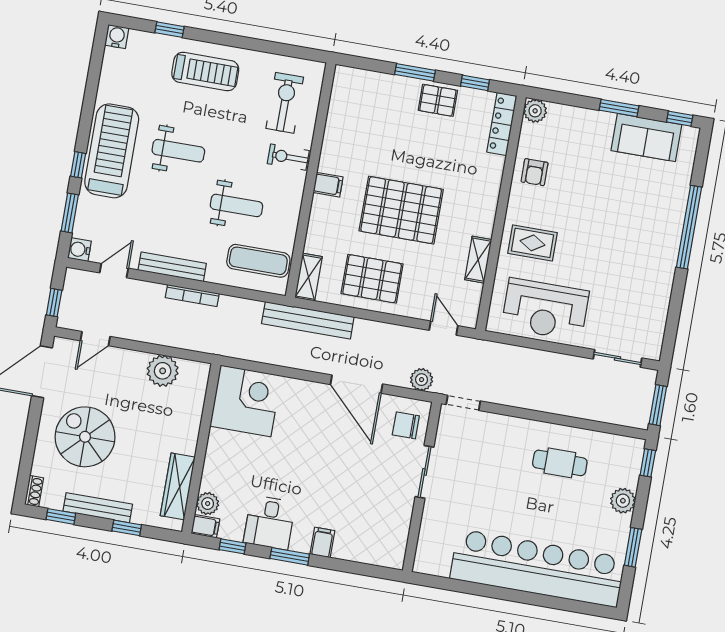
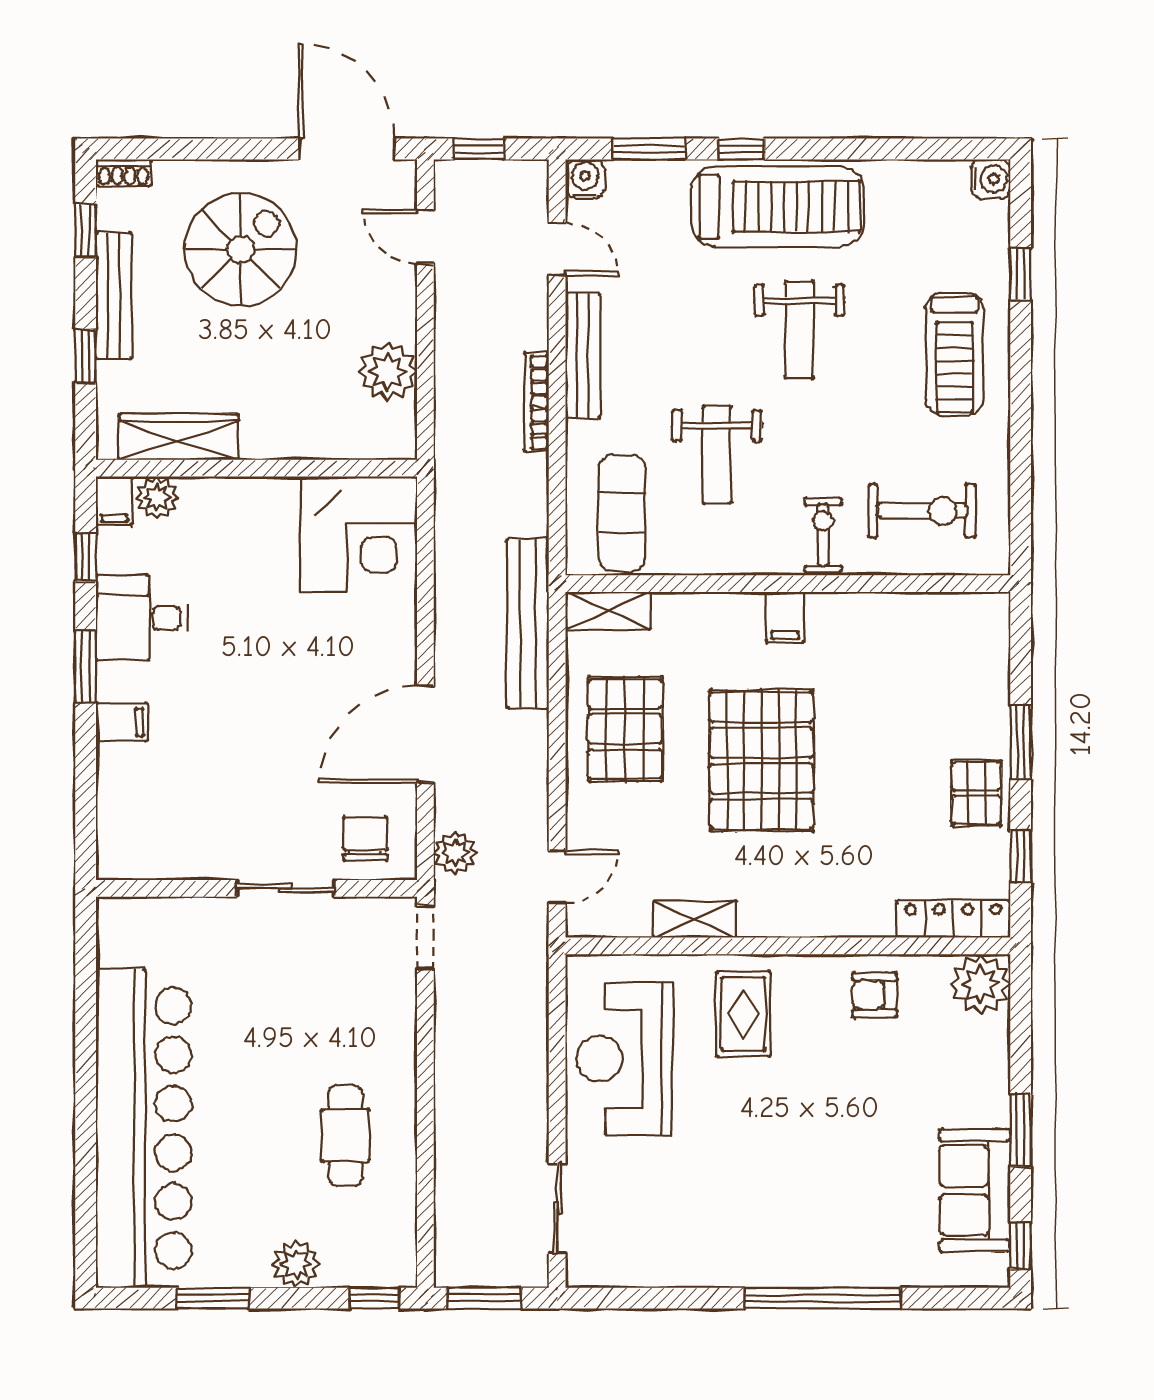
plant: (535, 111) -> (980, 984), width x1.36, depth x1.36

